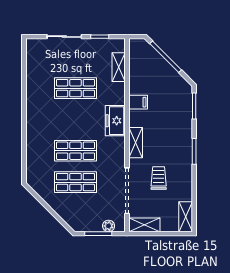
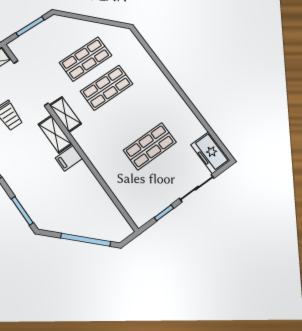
shelving: (119, 67) -> (65, 114), moved
filing cabinet: (138, 102) -> (69, 158), moved
freezer: (115, 121) -> (210, 153), moved, turned 180
plant: (109, 226) -> (25, 39), removed

